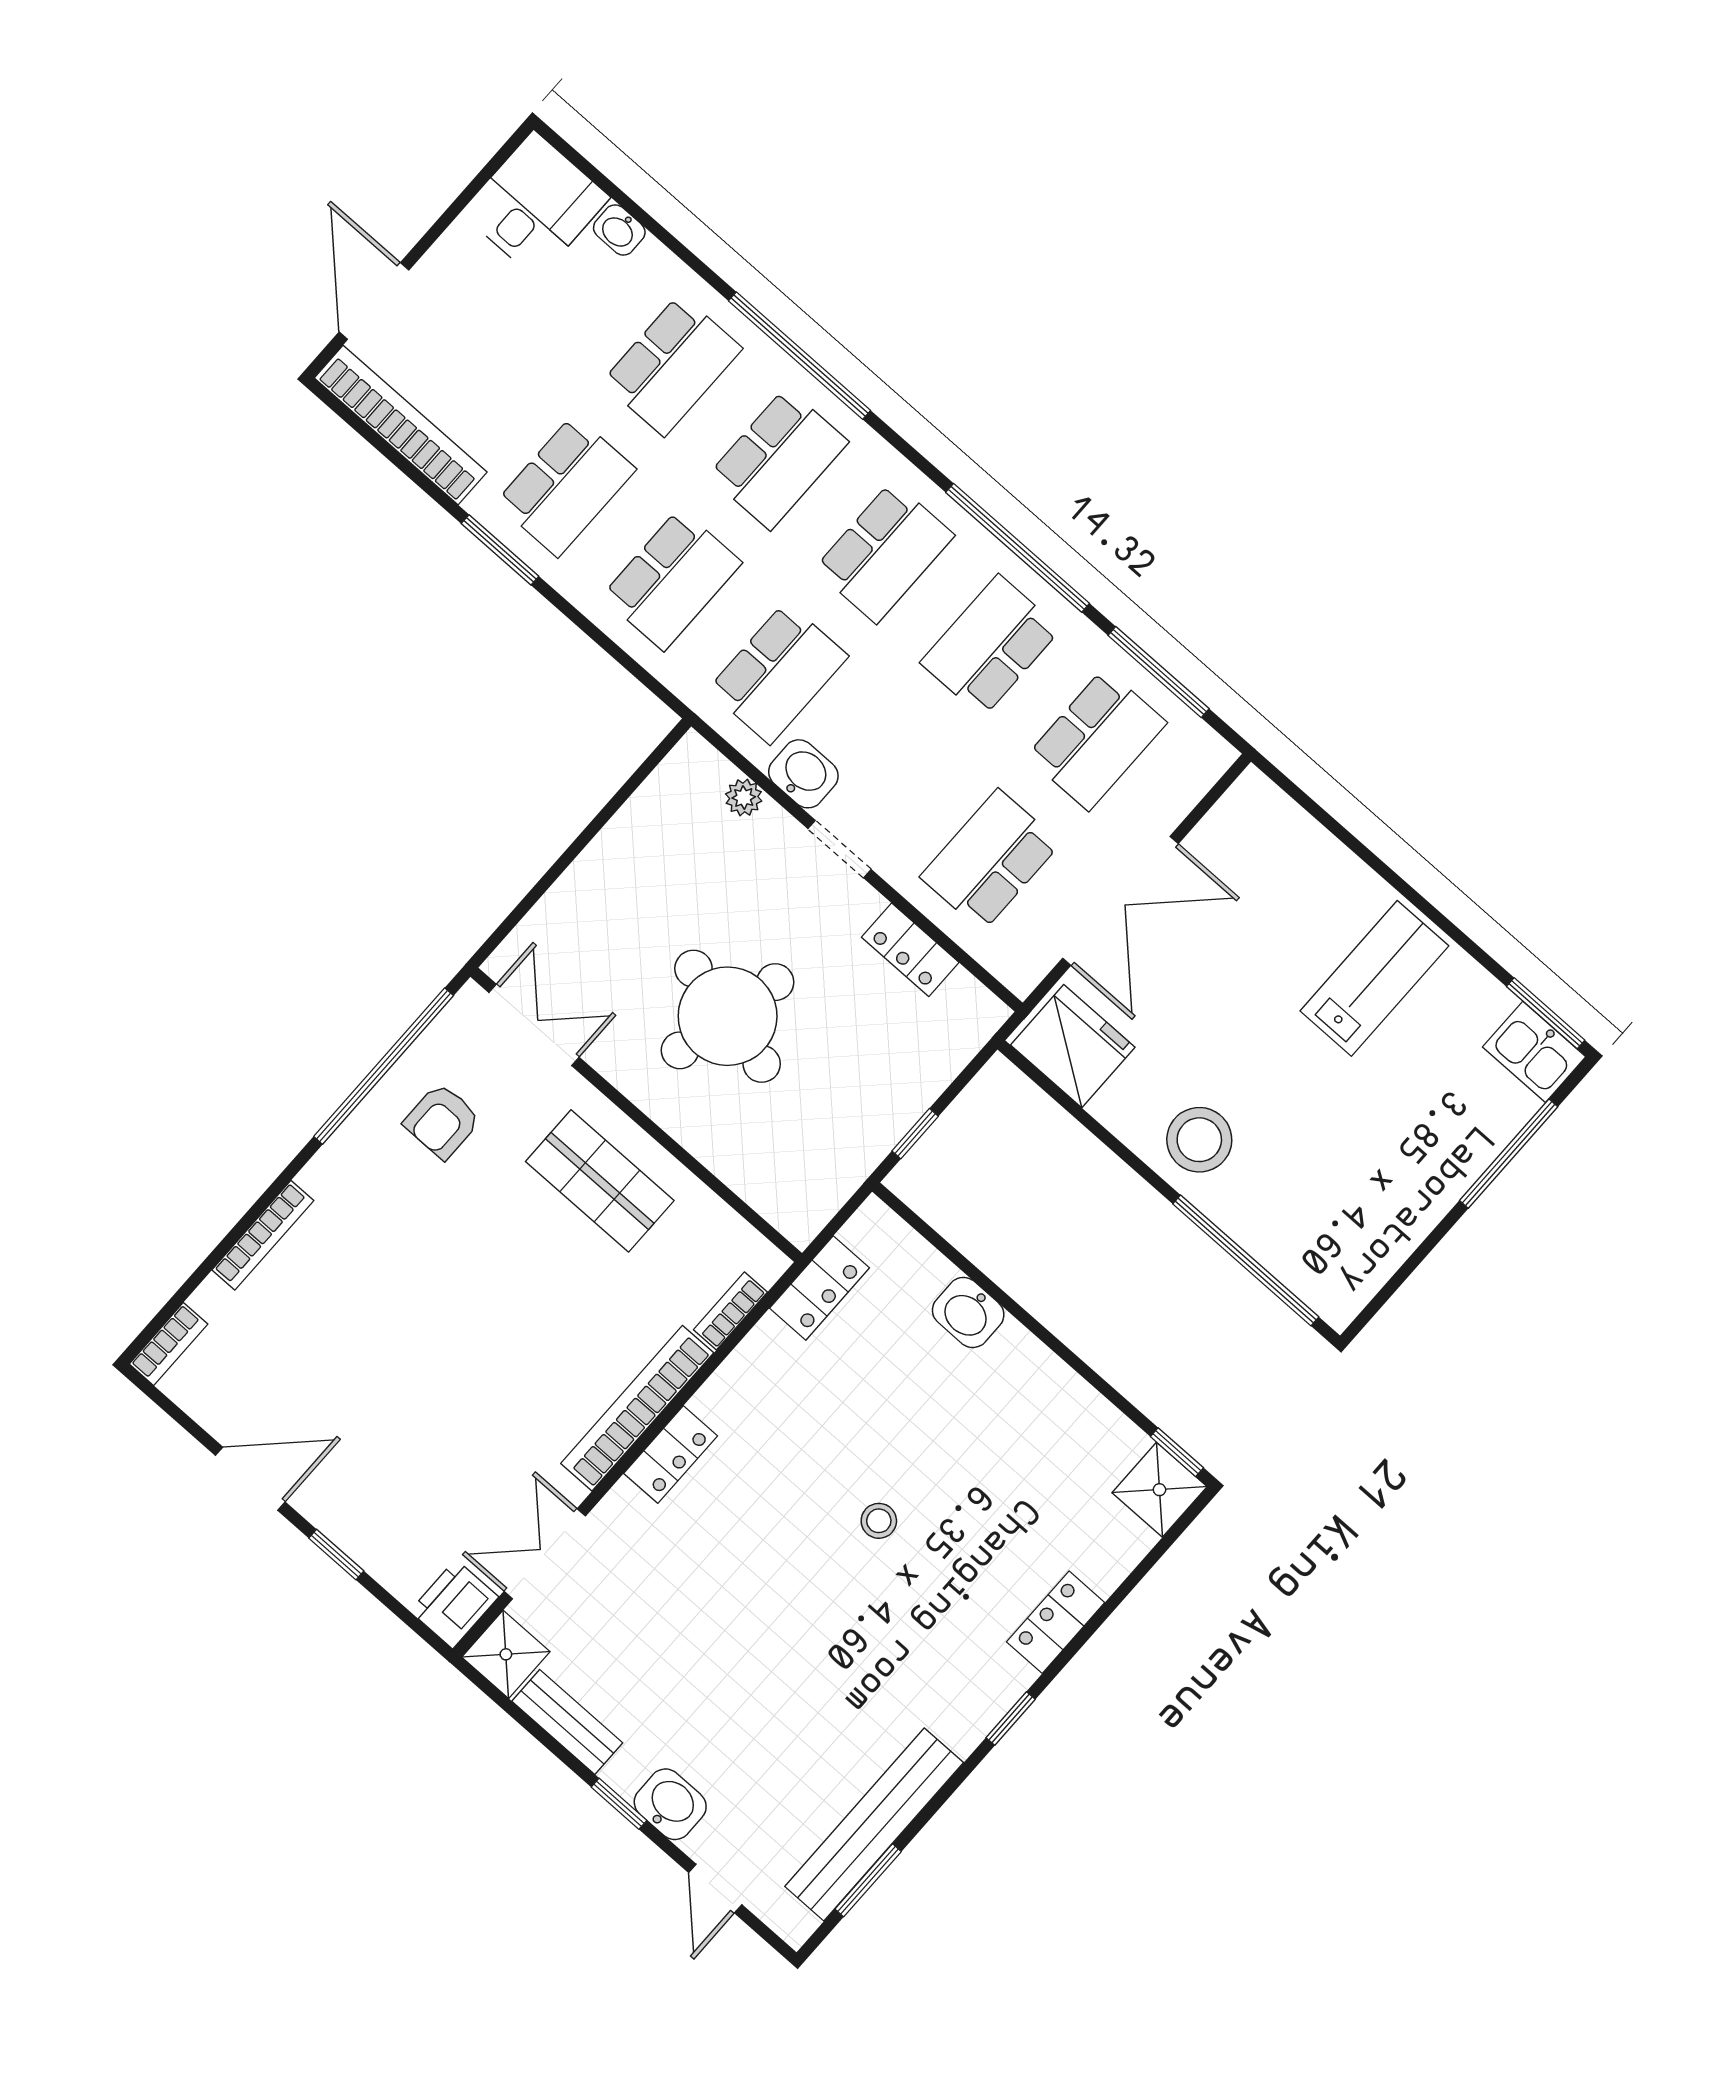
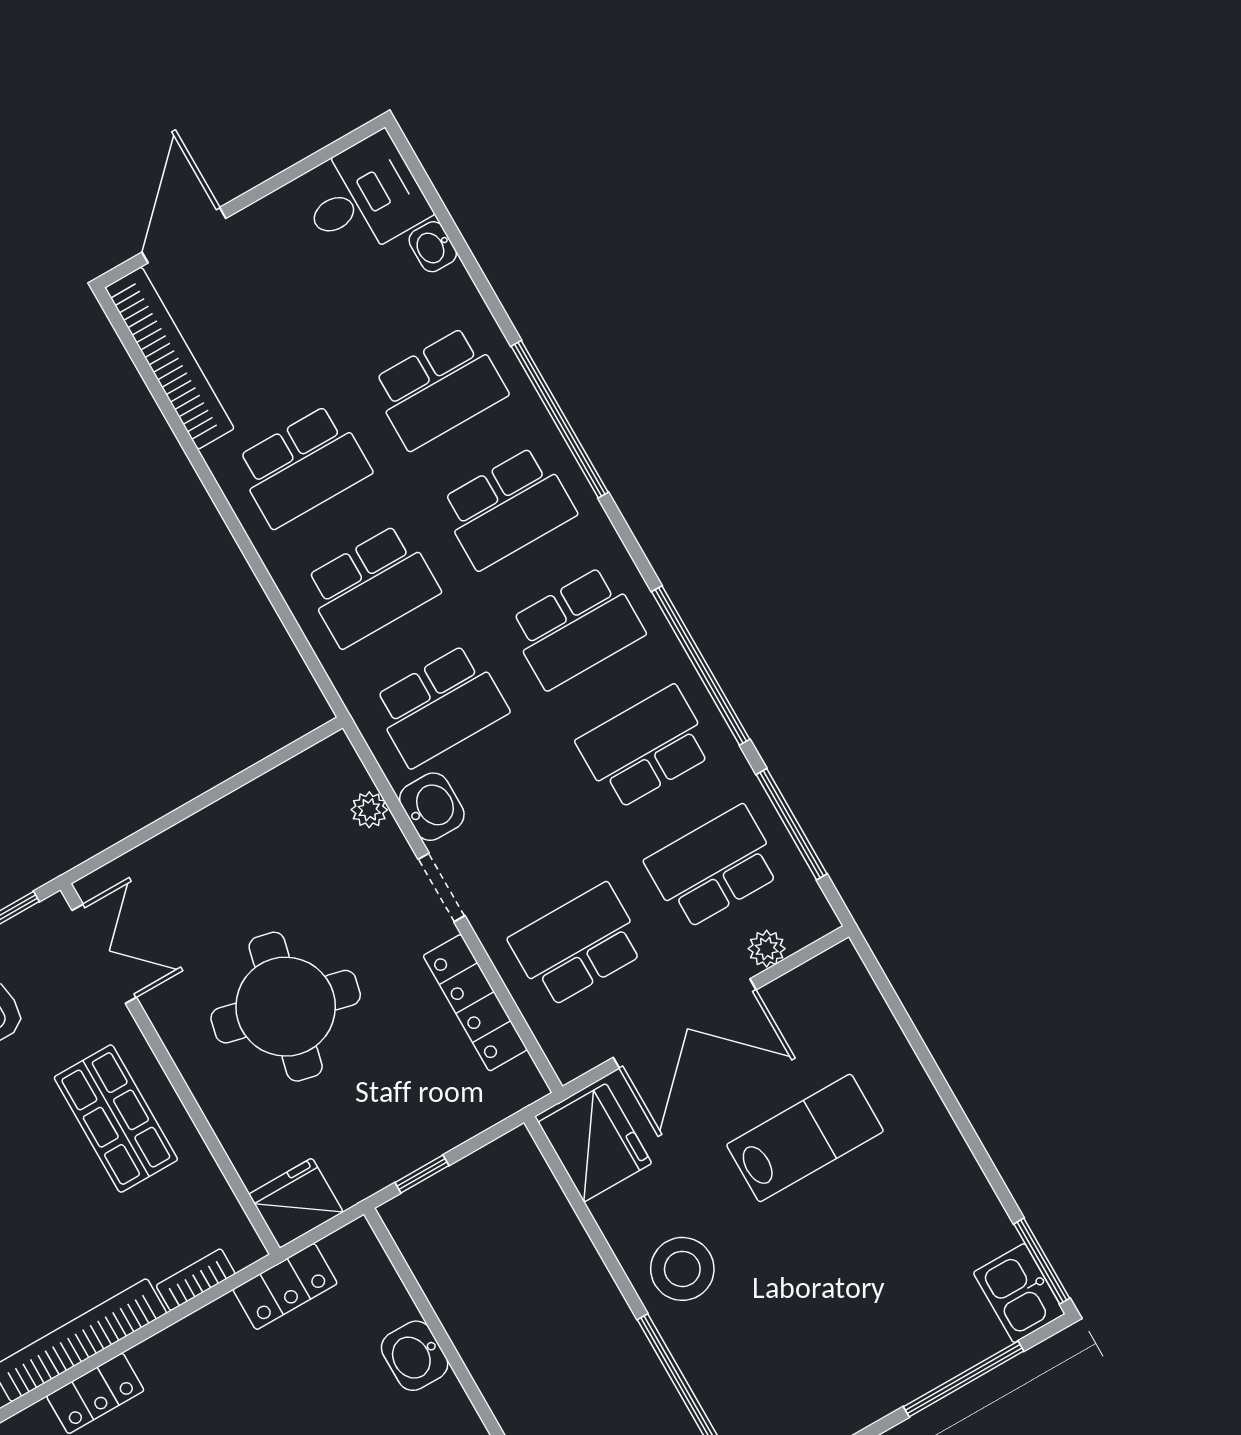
window: (500, 550) -> (222, 504), removed
school desk: (1097, 739) -> (713, 867), turned 180
plant: (1175, 801) -> (767, 949), added
locker: (910, 950) -> (475, 1003), width x1.53
lab bench: (1374, 978) -> (805, 1138), moved
fridge: (803, 1203) -> (296, 1203), added

